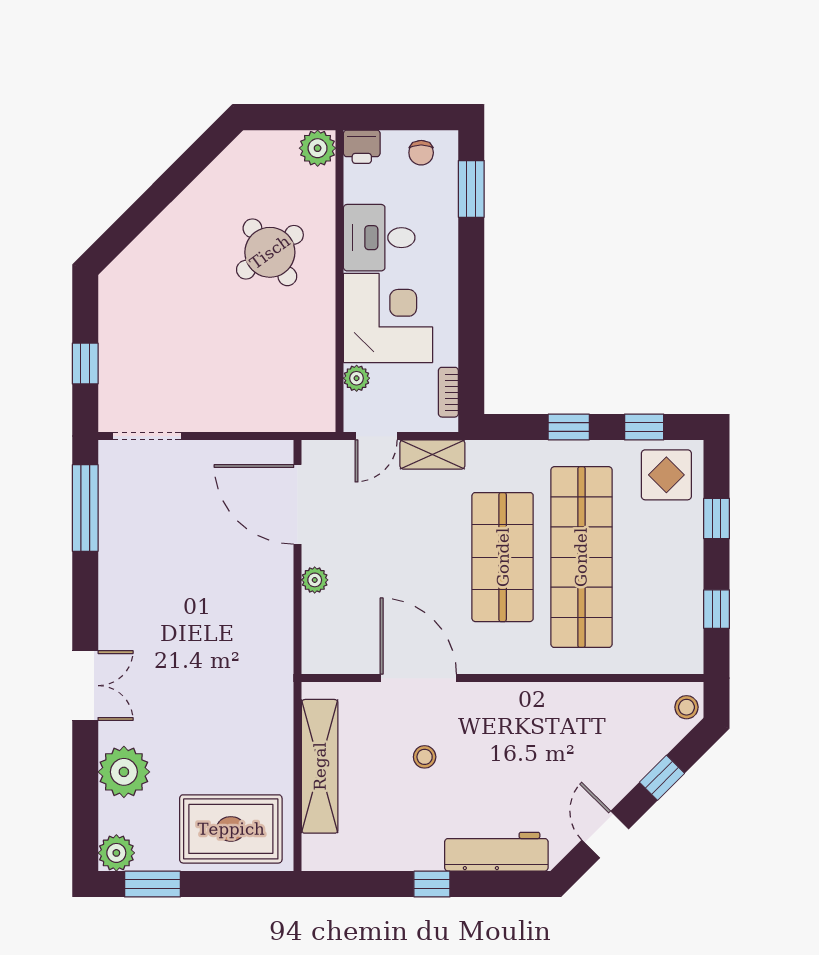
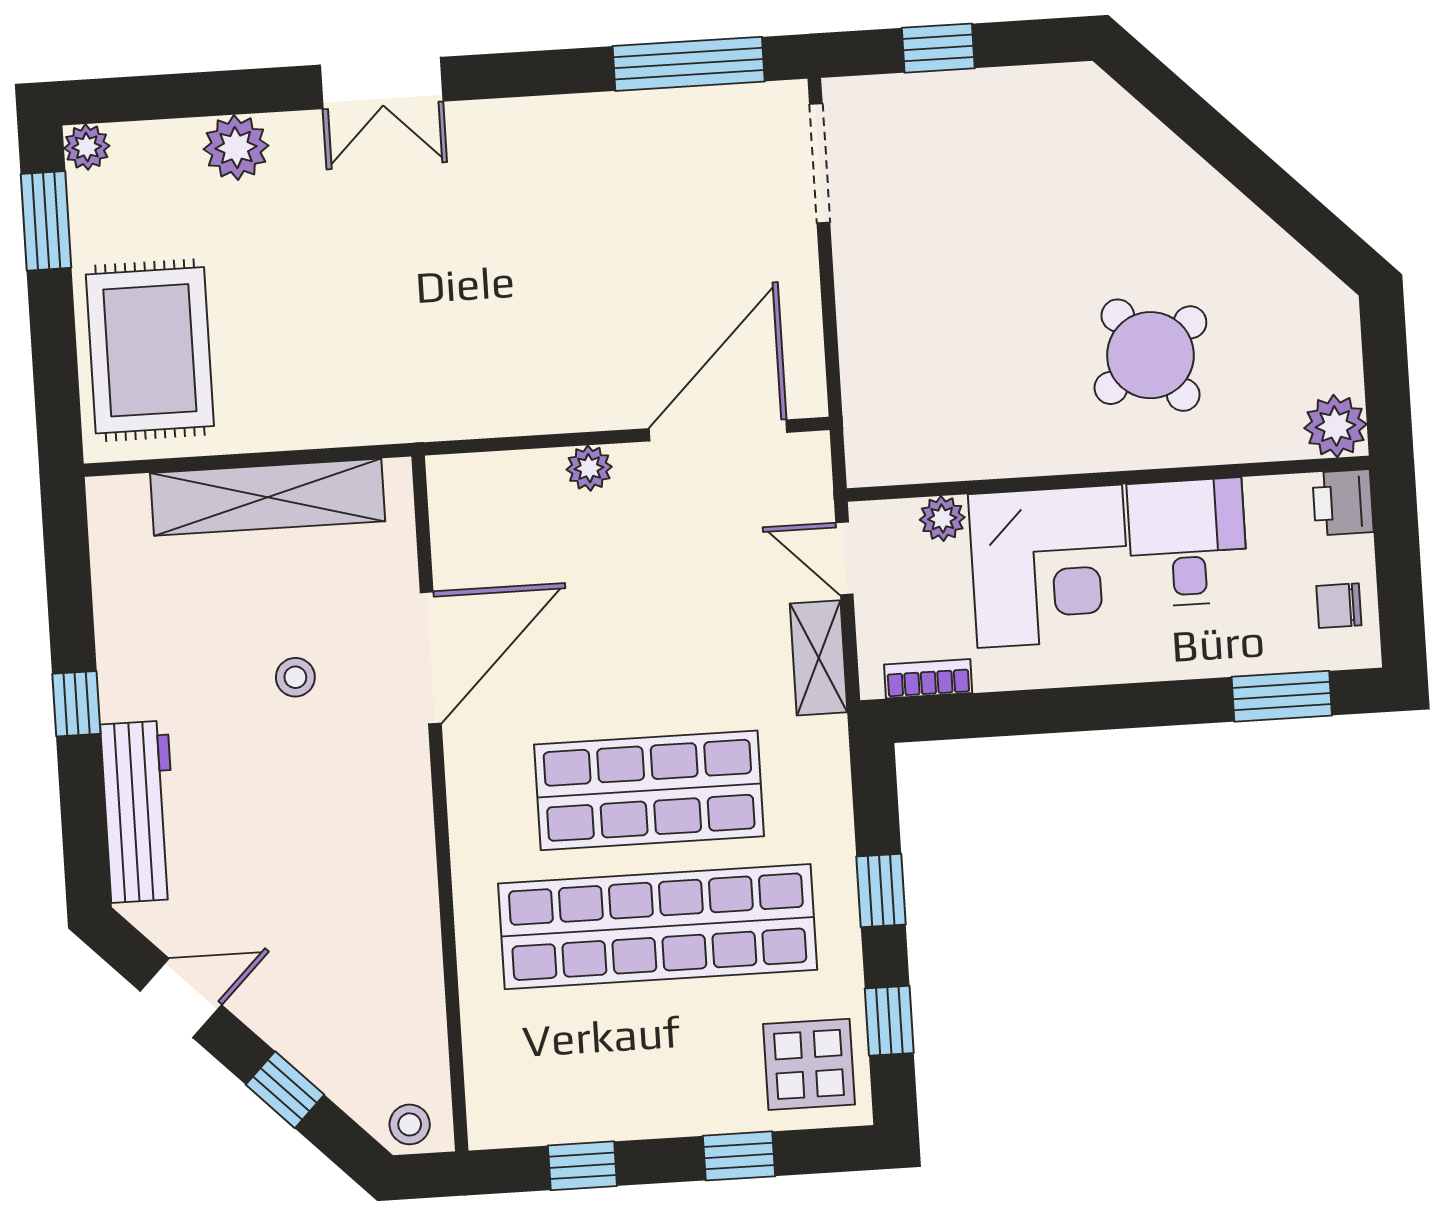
plant: (124, 772) -> (236, 147), width x0.73, depth x0.73
plant: (116, 853) -> (87, 147), width x0.73, depth x0.73

